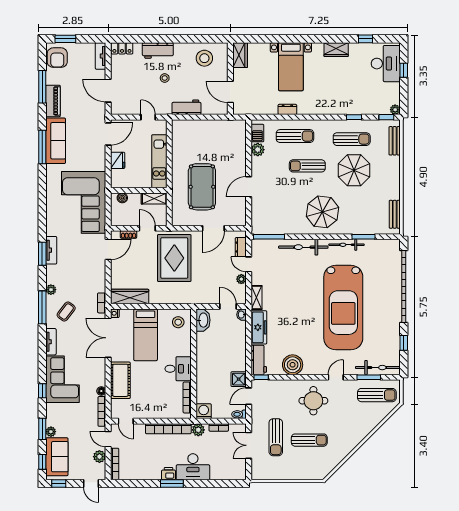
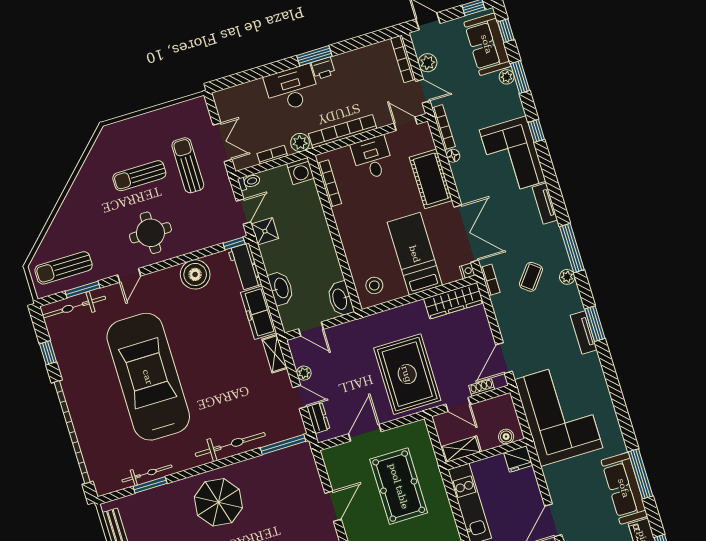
fridge: (118, 160) -> (518, 459), moved, turned -90
bicycle: (346, 245) -> (147, 474), moved
coffee table: (66, 312) -> (531, 277), moved
washbasin: (242, 315) -> (281, 288), moved, width x1.91, depth x1.45
desk: (178, 369) -> (372, 158), moved, turned 90

